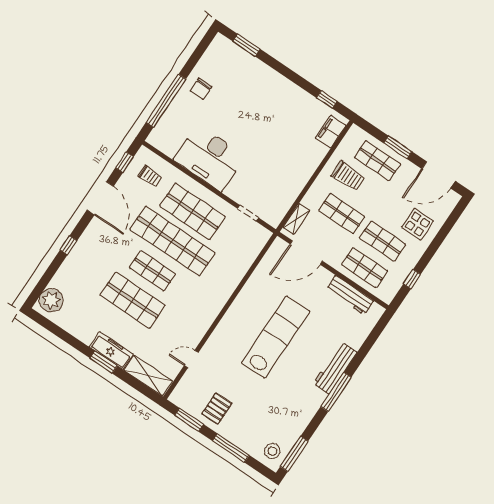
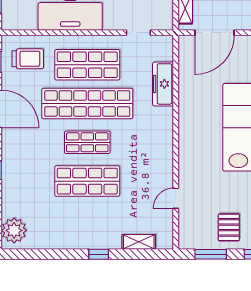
trolley: (150, 176) -> (28, 59), width x1.36, depth x1.39
freezer: (111, 350) -> (163, 84), moved, turned -90
window: (103, 362) -> (99, 254), width x0.67
shelving: (148, 376) -> (139, 242), width x0.67, depth x0.75

